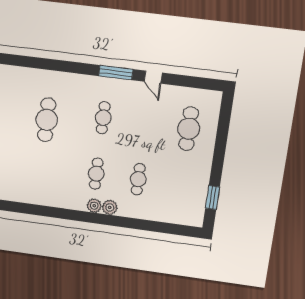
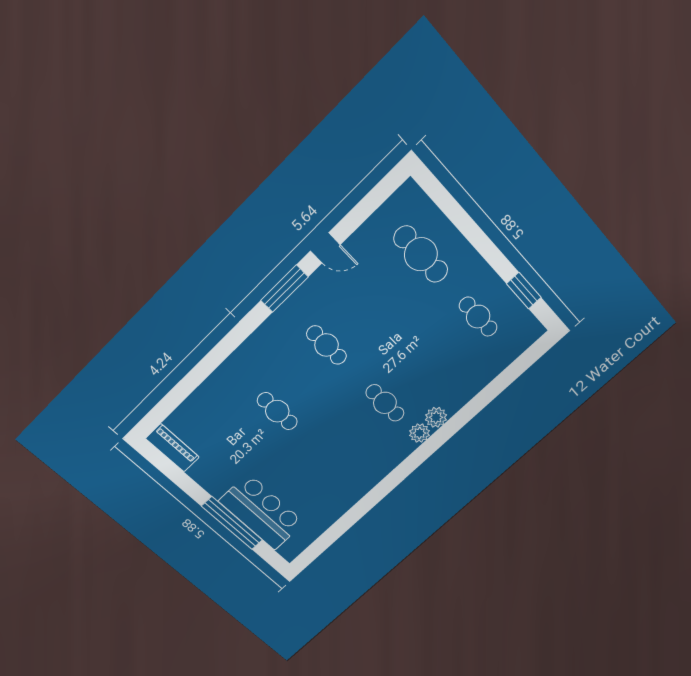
cafe table: (47, 120) -> (277, 411), width x0.73, depth x0.74
cafe table: (138, 179) -> (478, 317), moved

